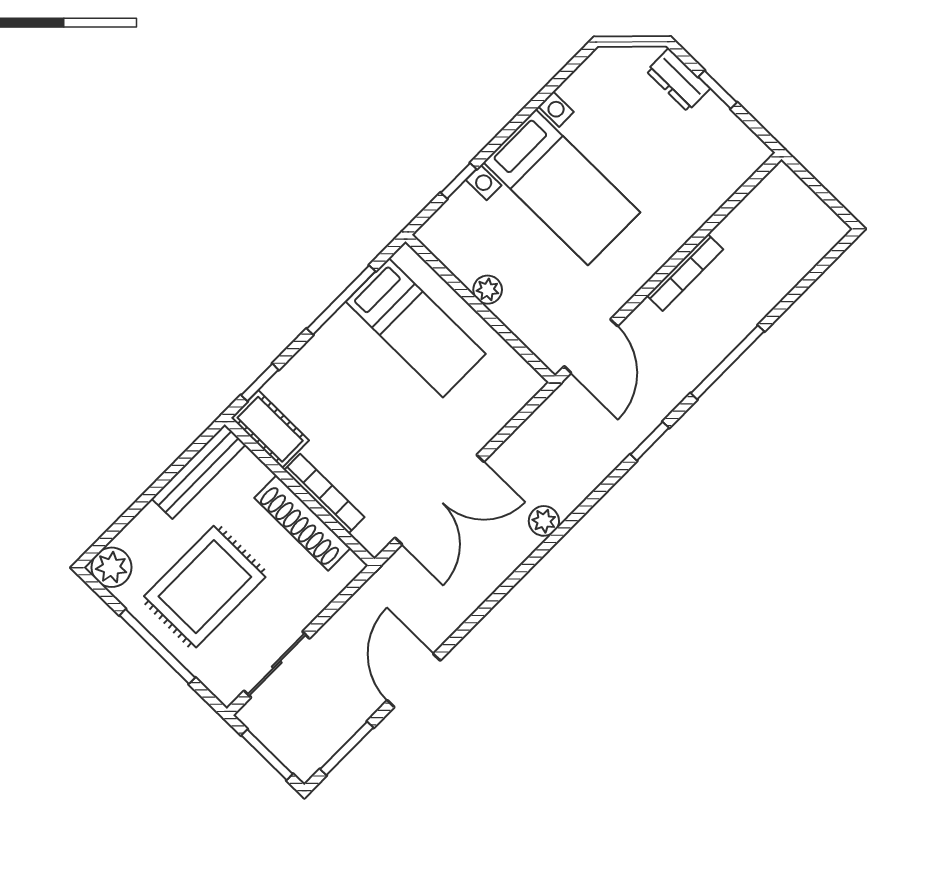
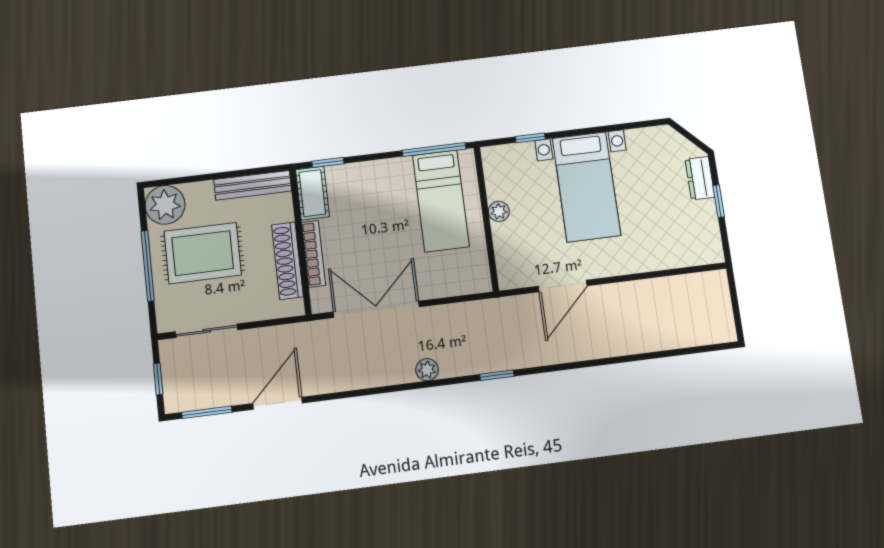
bookcase: (685, 272) -> (621, 290), removed
window: (341, 300) -> (434, 150), moved
door: (591, 346) -> (563, 286), moved
window: (728, 362) -> (606, 361), removed
window: (650, 441) -> (497, 375), moved
double door: (439, 500) -> (376, 309), swing flipped
plant: (111, 567) -> (165, 205), width x1.36, depth x1.36
window: (267, 755) -> (158, 379), width x0.67

